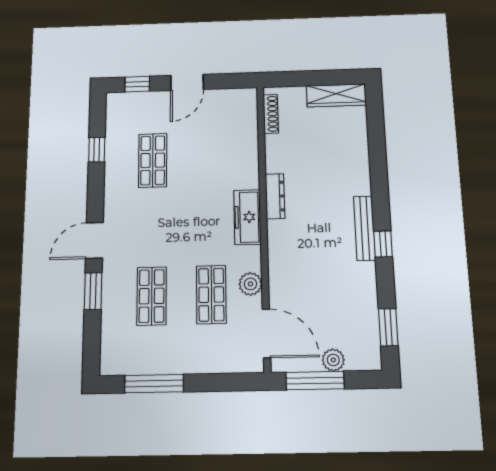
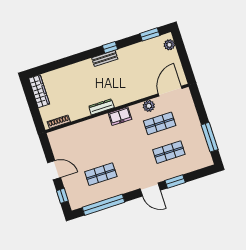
window: (97, 150) -> (104, 205), width x3.17
freezer: (247, 217) -> (120, 116), width x0.71
bench: (365, 228) -> (105, 58), width x0.73
plant: (333, 360) -> (169, 45), moved
window: (315, 381) -> (185, 62), removed

